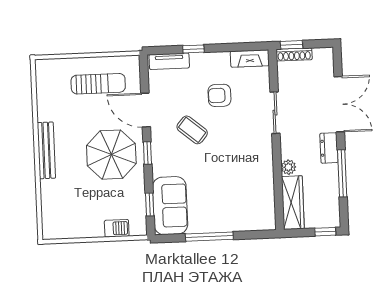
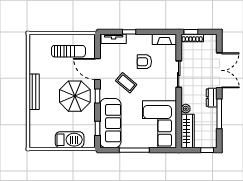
corner sofa: (248, 194) -> (160, 124), added
sofa: (170, 206) -> (110, 123), width x1.36
barbecue: (117, 228) -> (70, 140), width x1.88, depth x1.53

